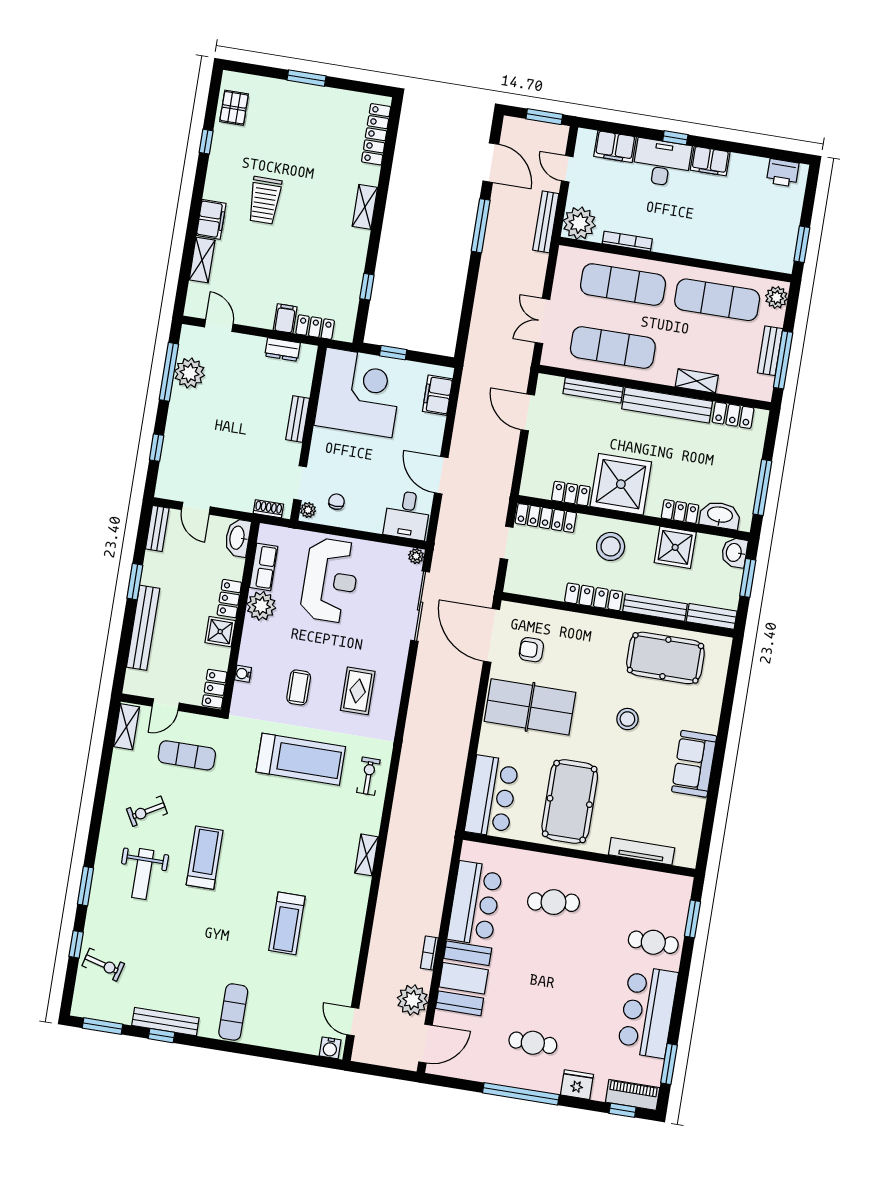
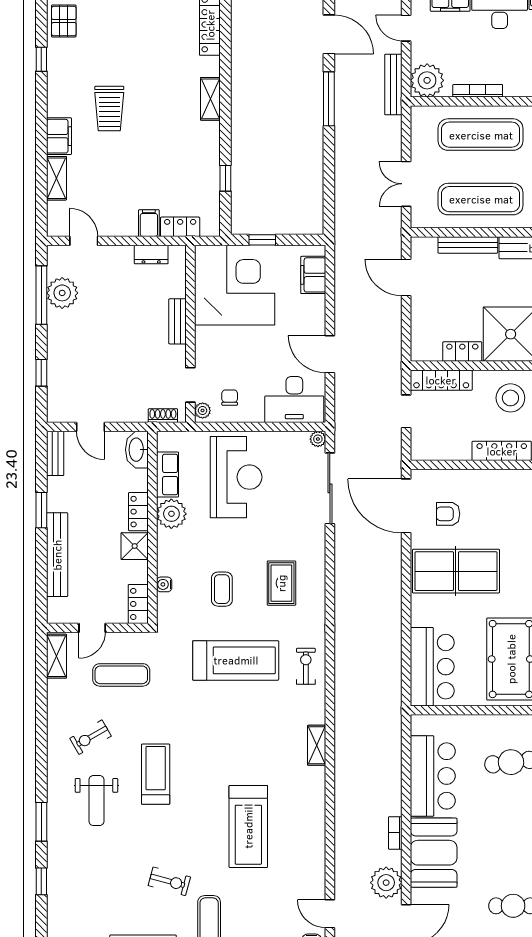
desk: (407, 515) -> (294, 400), width x1.37
treadmill: (287, 923) -> (248, 826), width x1.37, depth x1.38
exercise bike: (103, 965) -> (169, 881), moved

